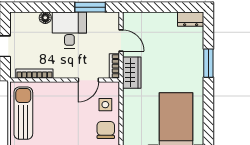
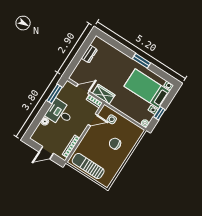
dresser: (191, 19) -> (89, 54), moved
window: (208, 63) -> (142, 61), moved
door: (88, 80) -> (93, 120), hinge flipped
chair: (106, 130) -> (115, 144), moved

